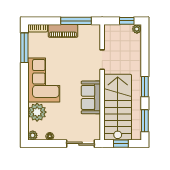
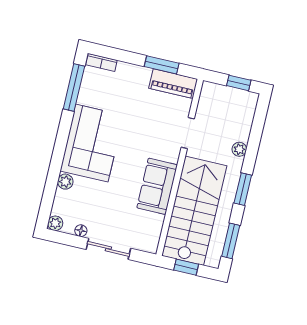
window: (76, 21) -> (162, 65), width x0.69
plant: (137, 29) -> (239, 149), moved
piano: (63, 31) -> (173, 84), moved
plant: (37, 112) -> (65, 182), width x0.53, depth x0.53
sliding door: (81, 144) -> (108, 249), moved

